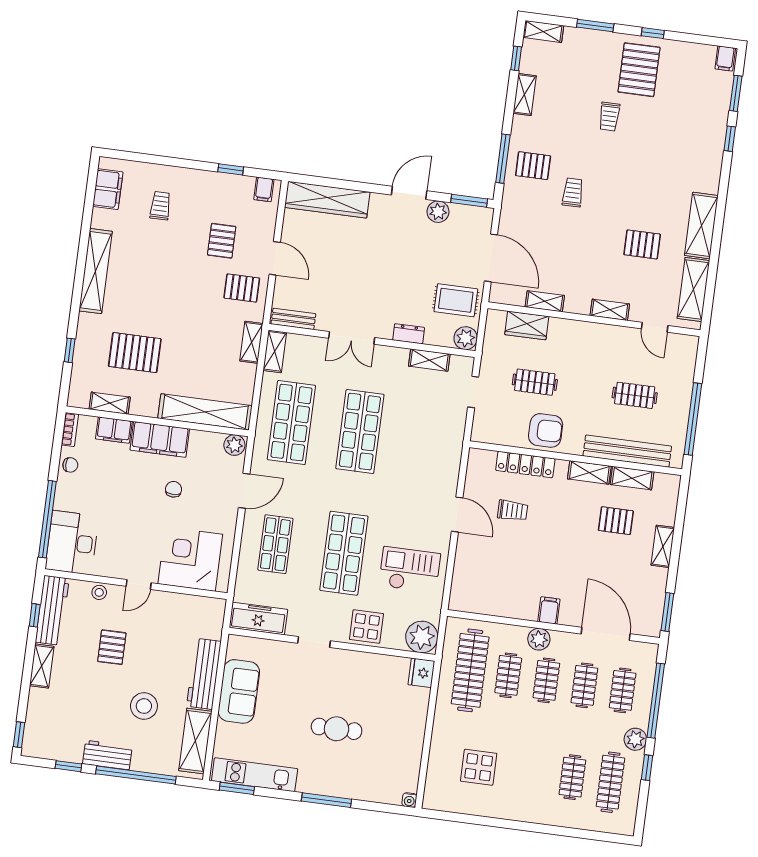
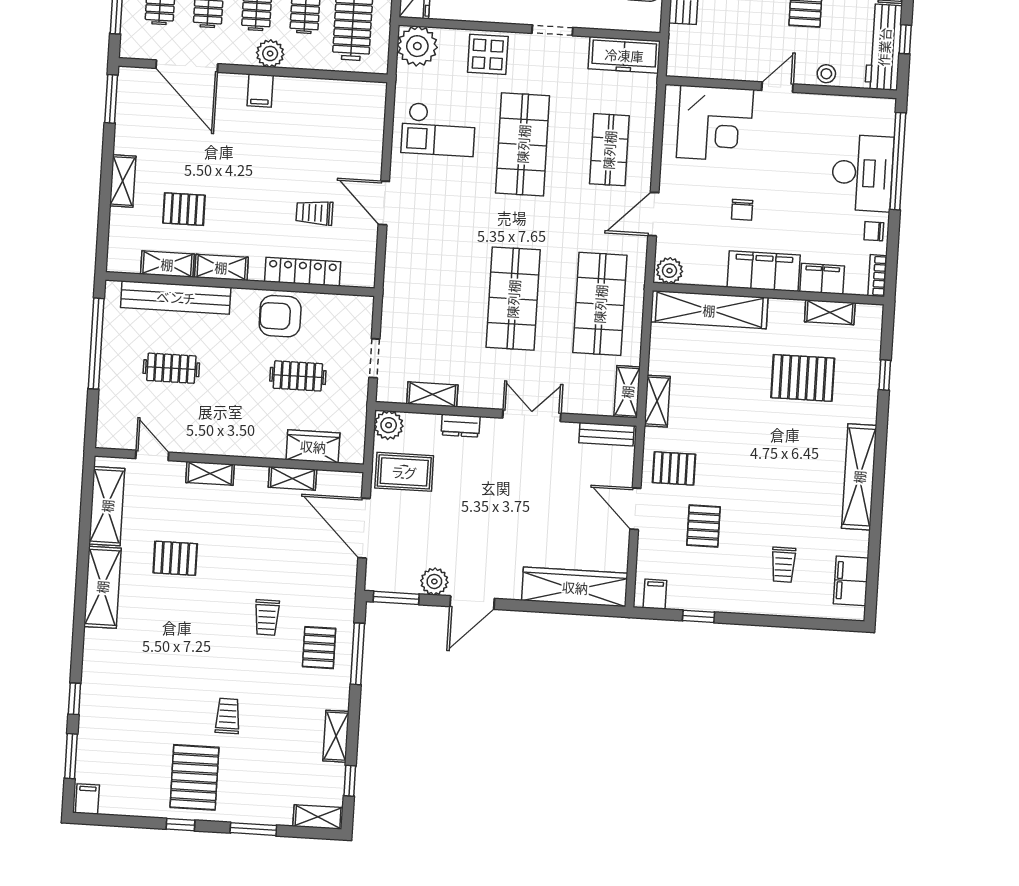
pallet: (533, 166) -> (319, 648), turned 90
desk: (72, 543) -> (862, 173), moved

